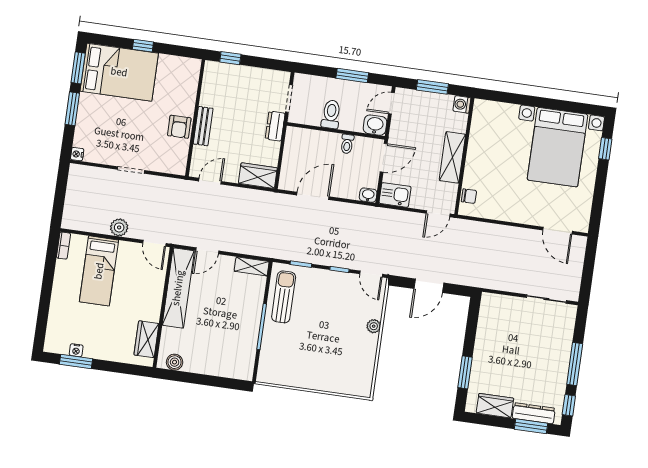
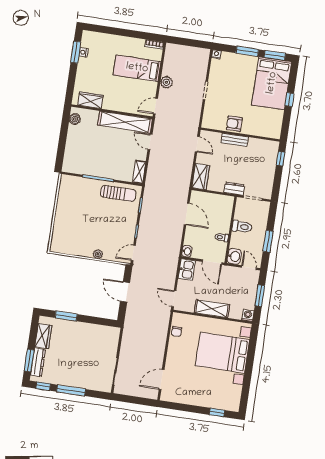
bed with nightstands: (557, 147) -> (222, 353), moved
chair: (469, 196) -> (177, 331), moved

